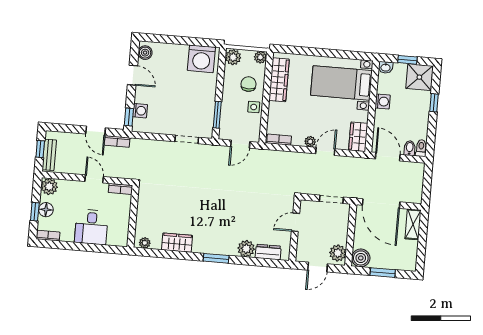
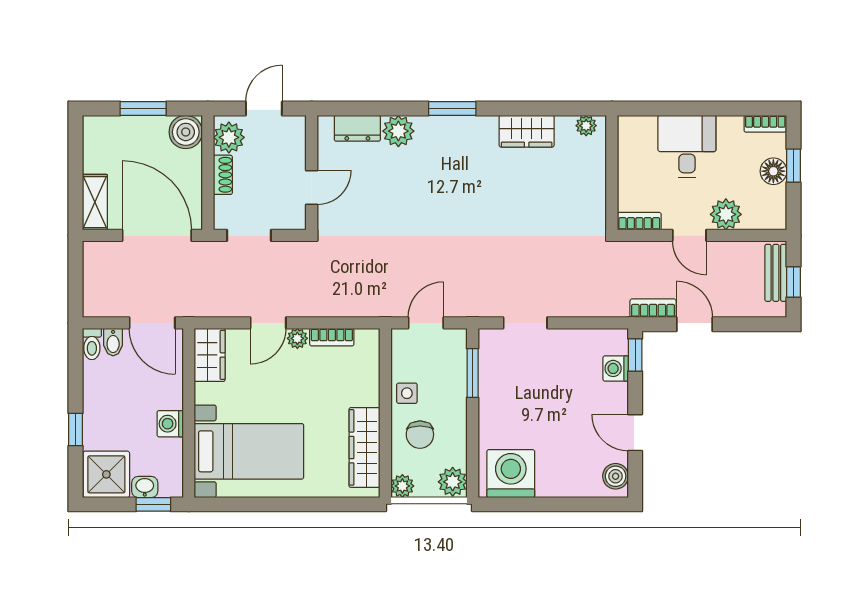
window: (407, 60) -> (153, 504), moved
washbasin: (386, 67) -> (145, 487), moved
bookcase: (279, 140) -> (332, 337), moved
plant: (49, 187) -> (726, 214), moved
shoe rack: (343, 233) -> (223, 175), added

